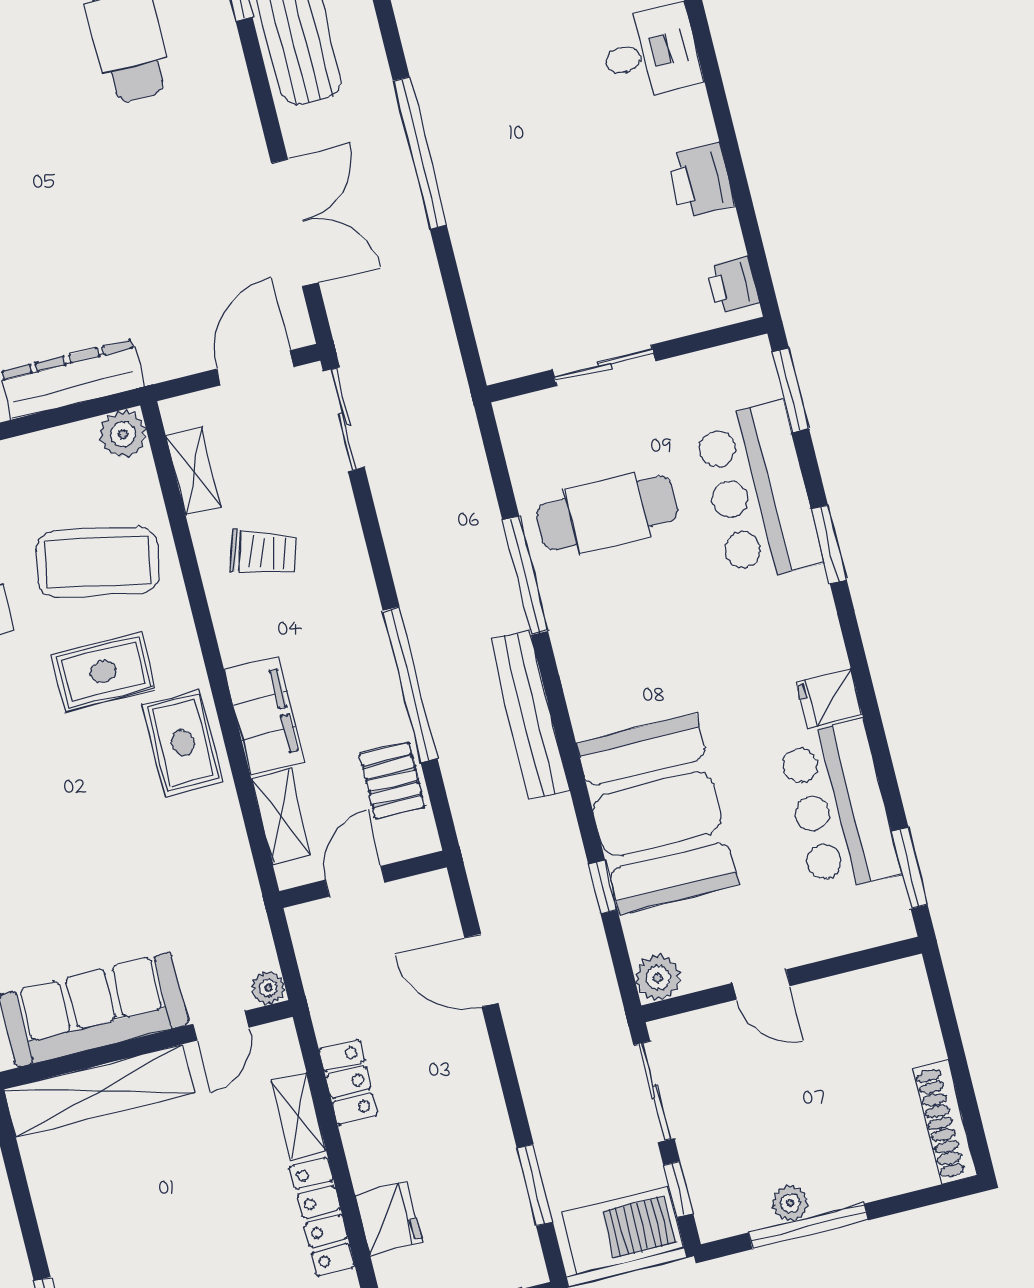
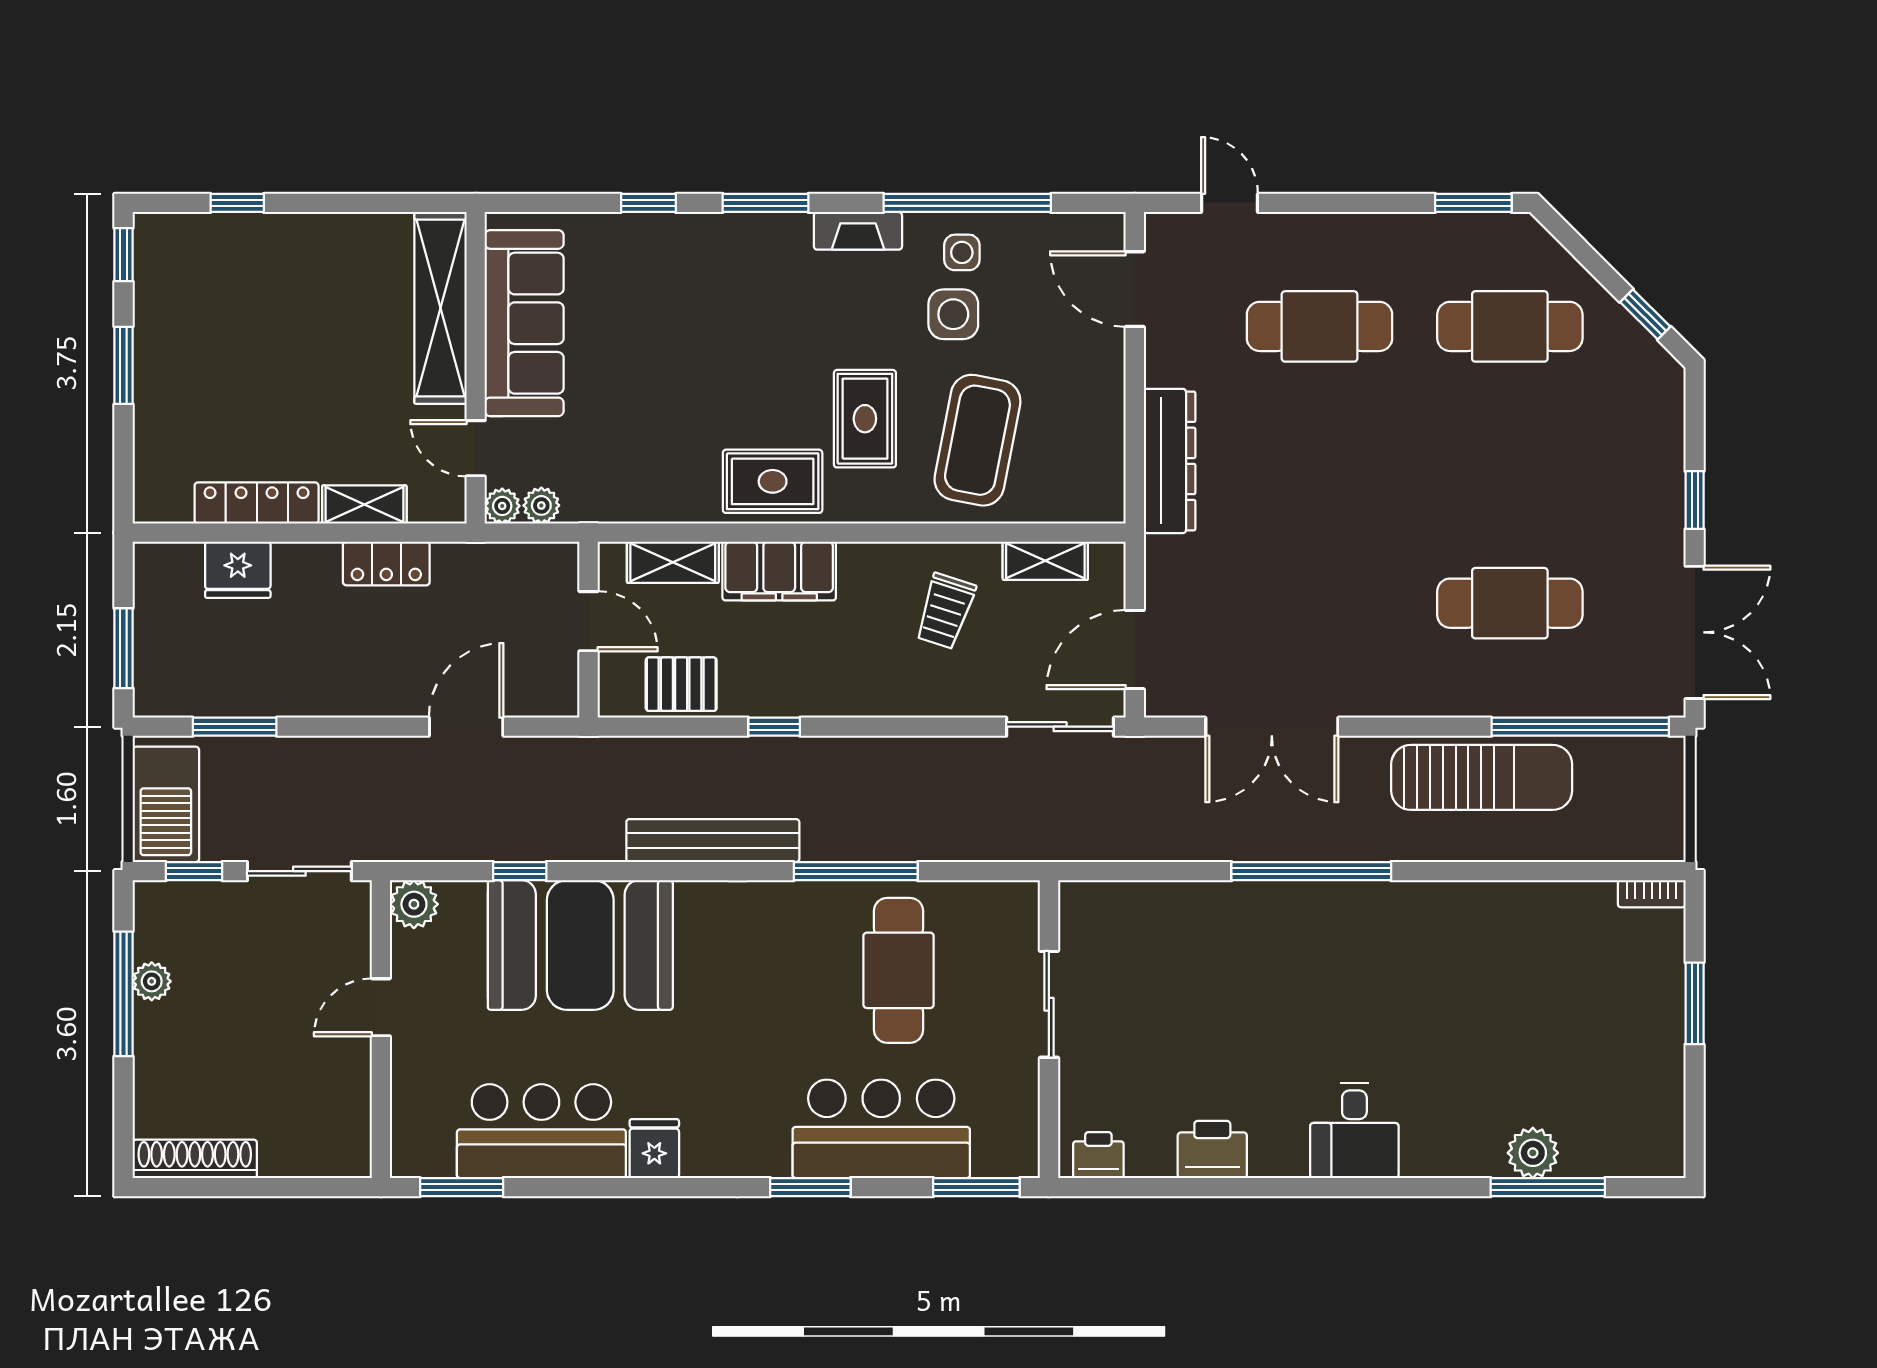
door: (255, 368) -> (1135, 650), swing flipped
plant: (123, 434) -> (541, 505), moved, width x0.73, depth x0.73
window: (410, 685) -> (774, 727), width x0.32

